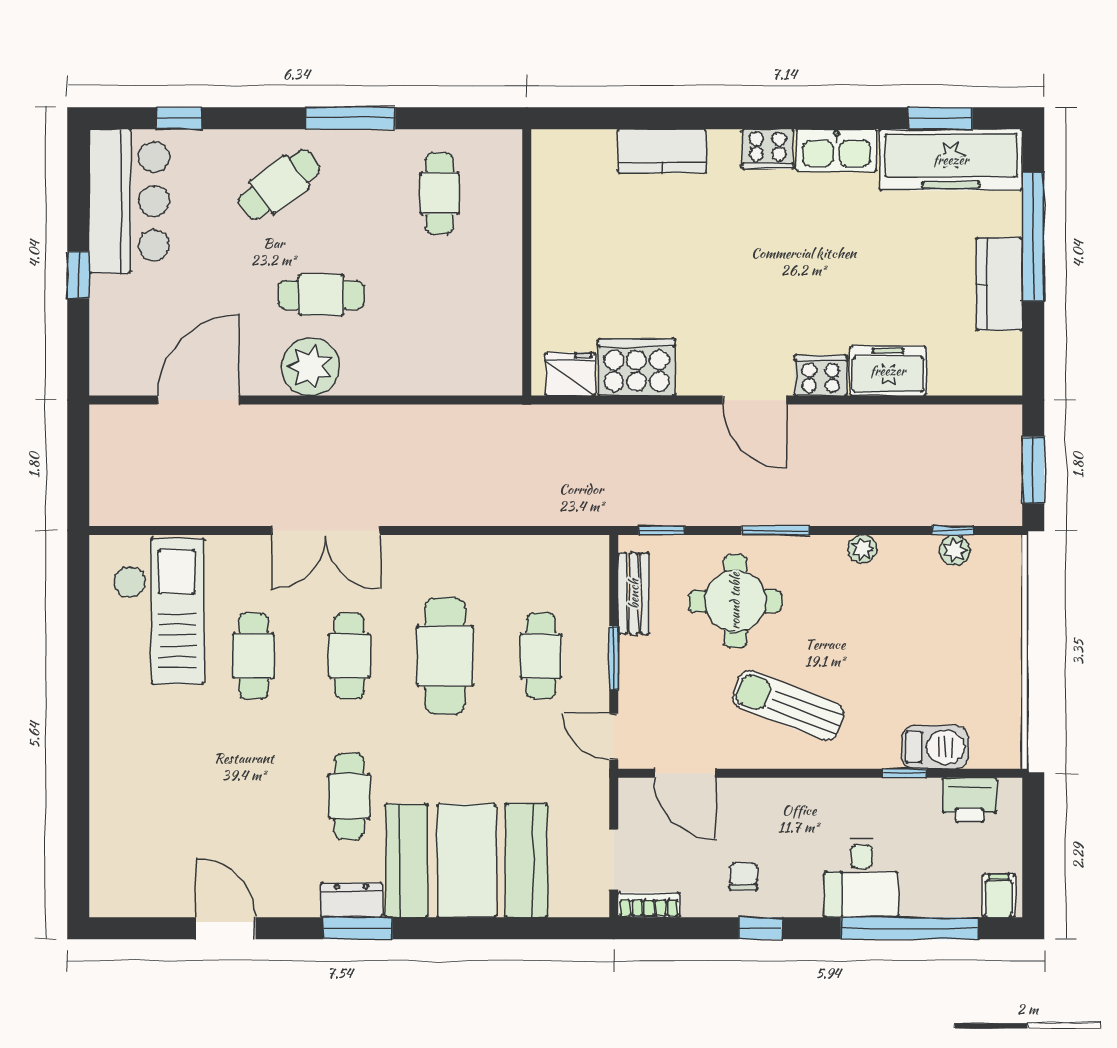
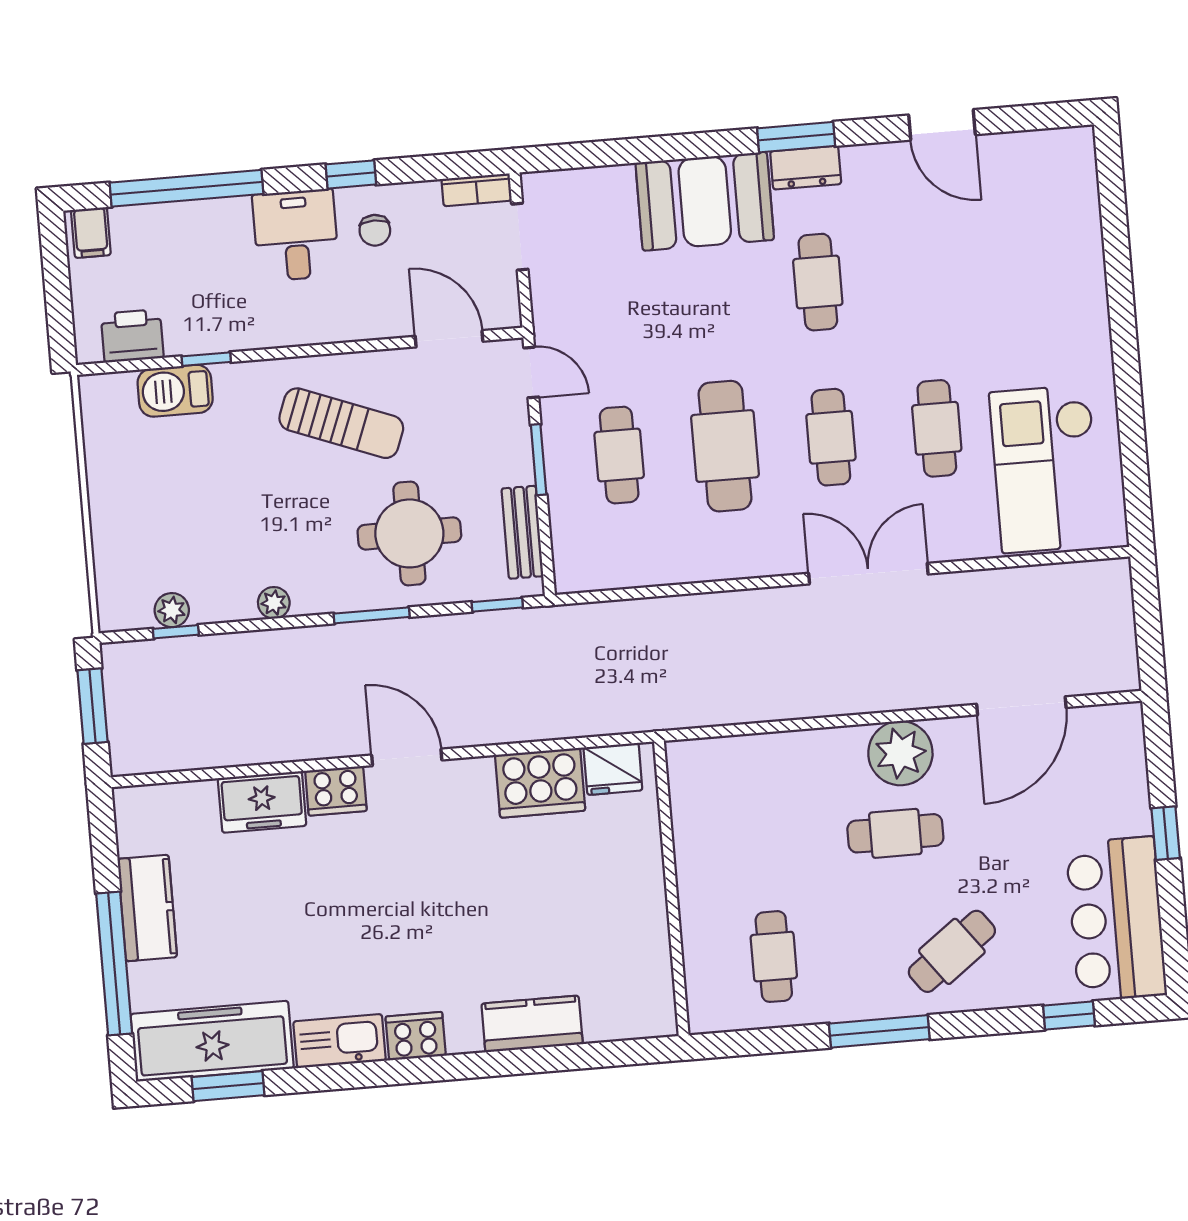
booth: (466, 861) -> (705, 201), width x0.73, depth x0.70
desk: (861, 878) -> (296, 235), moved

